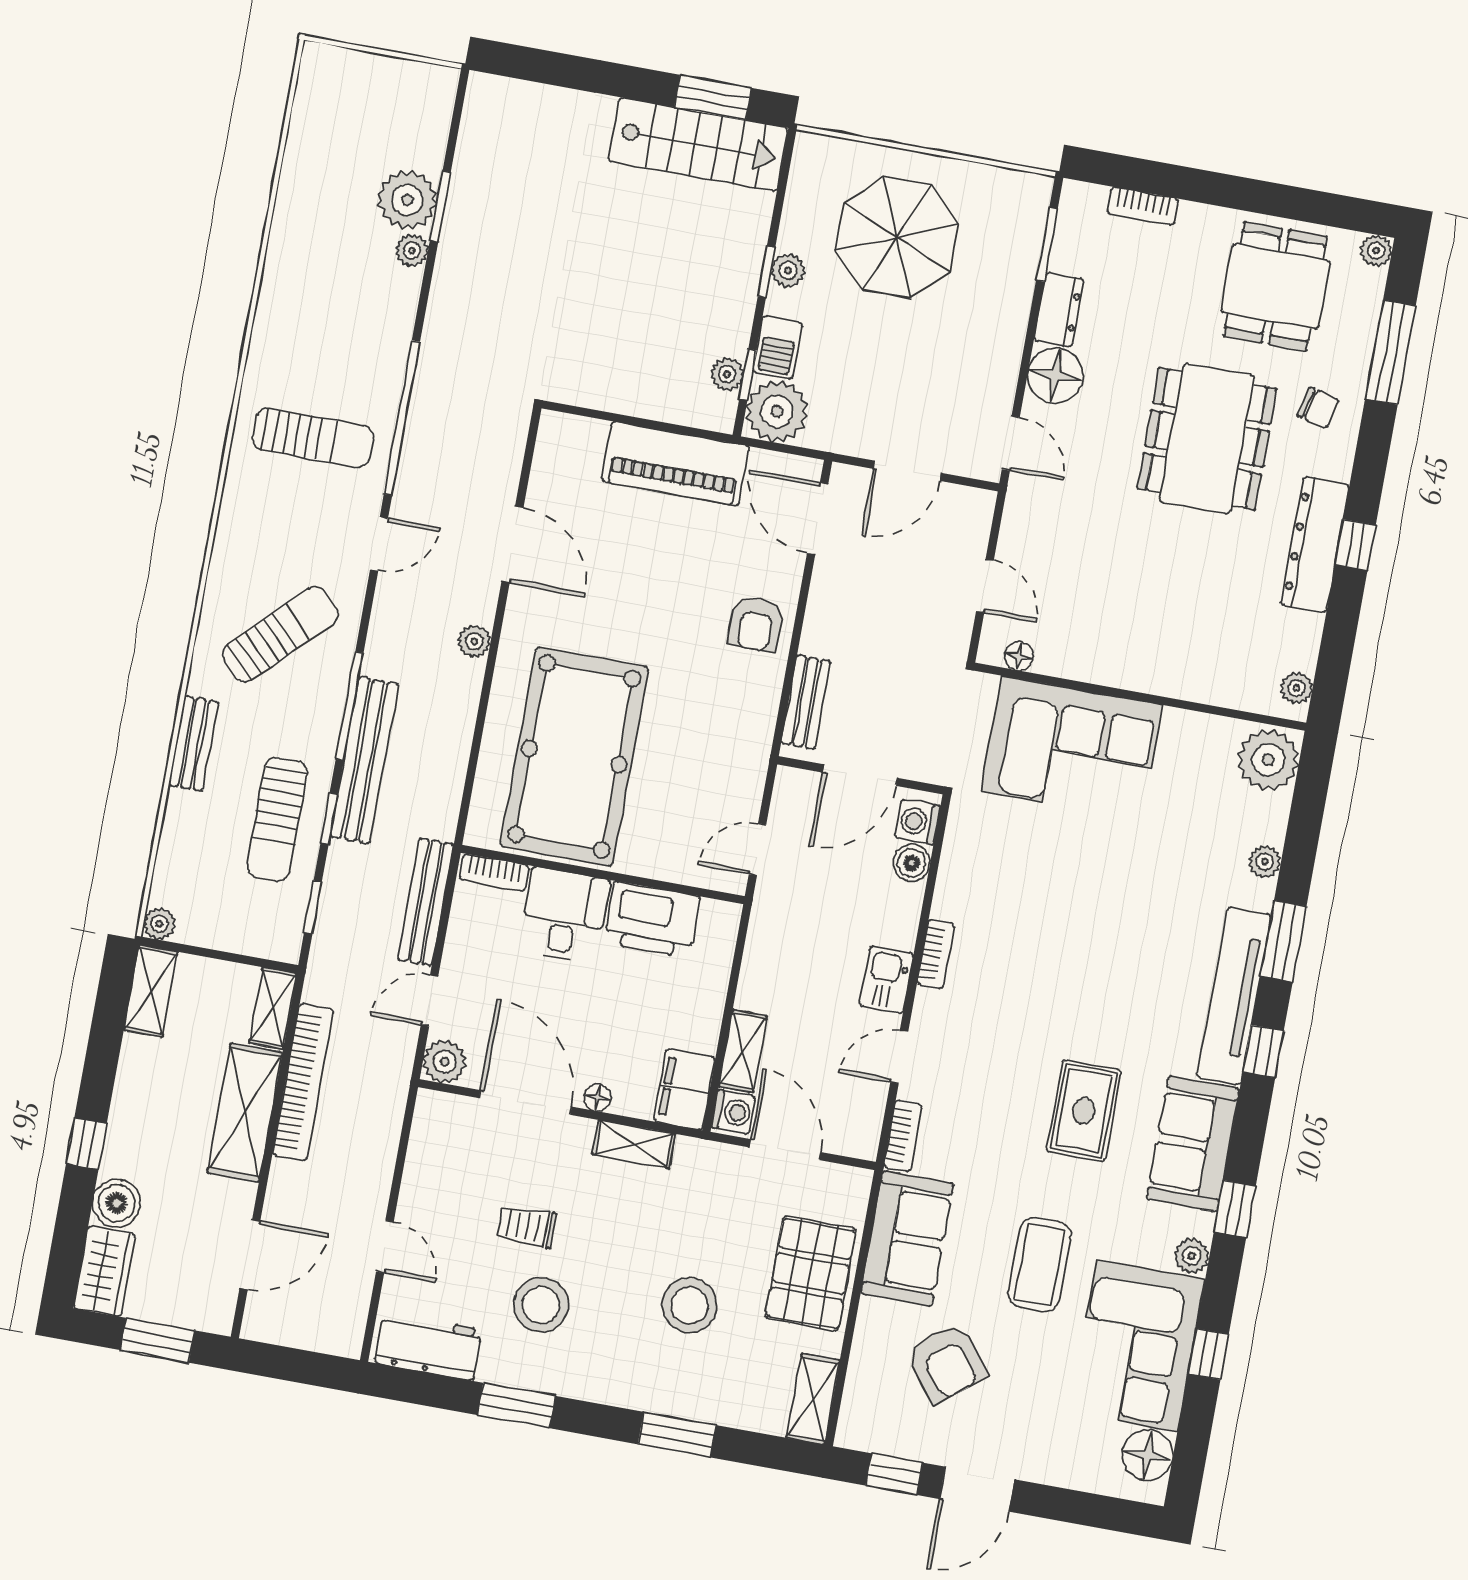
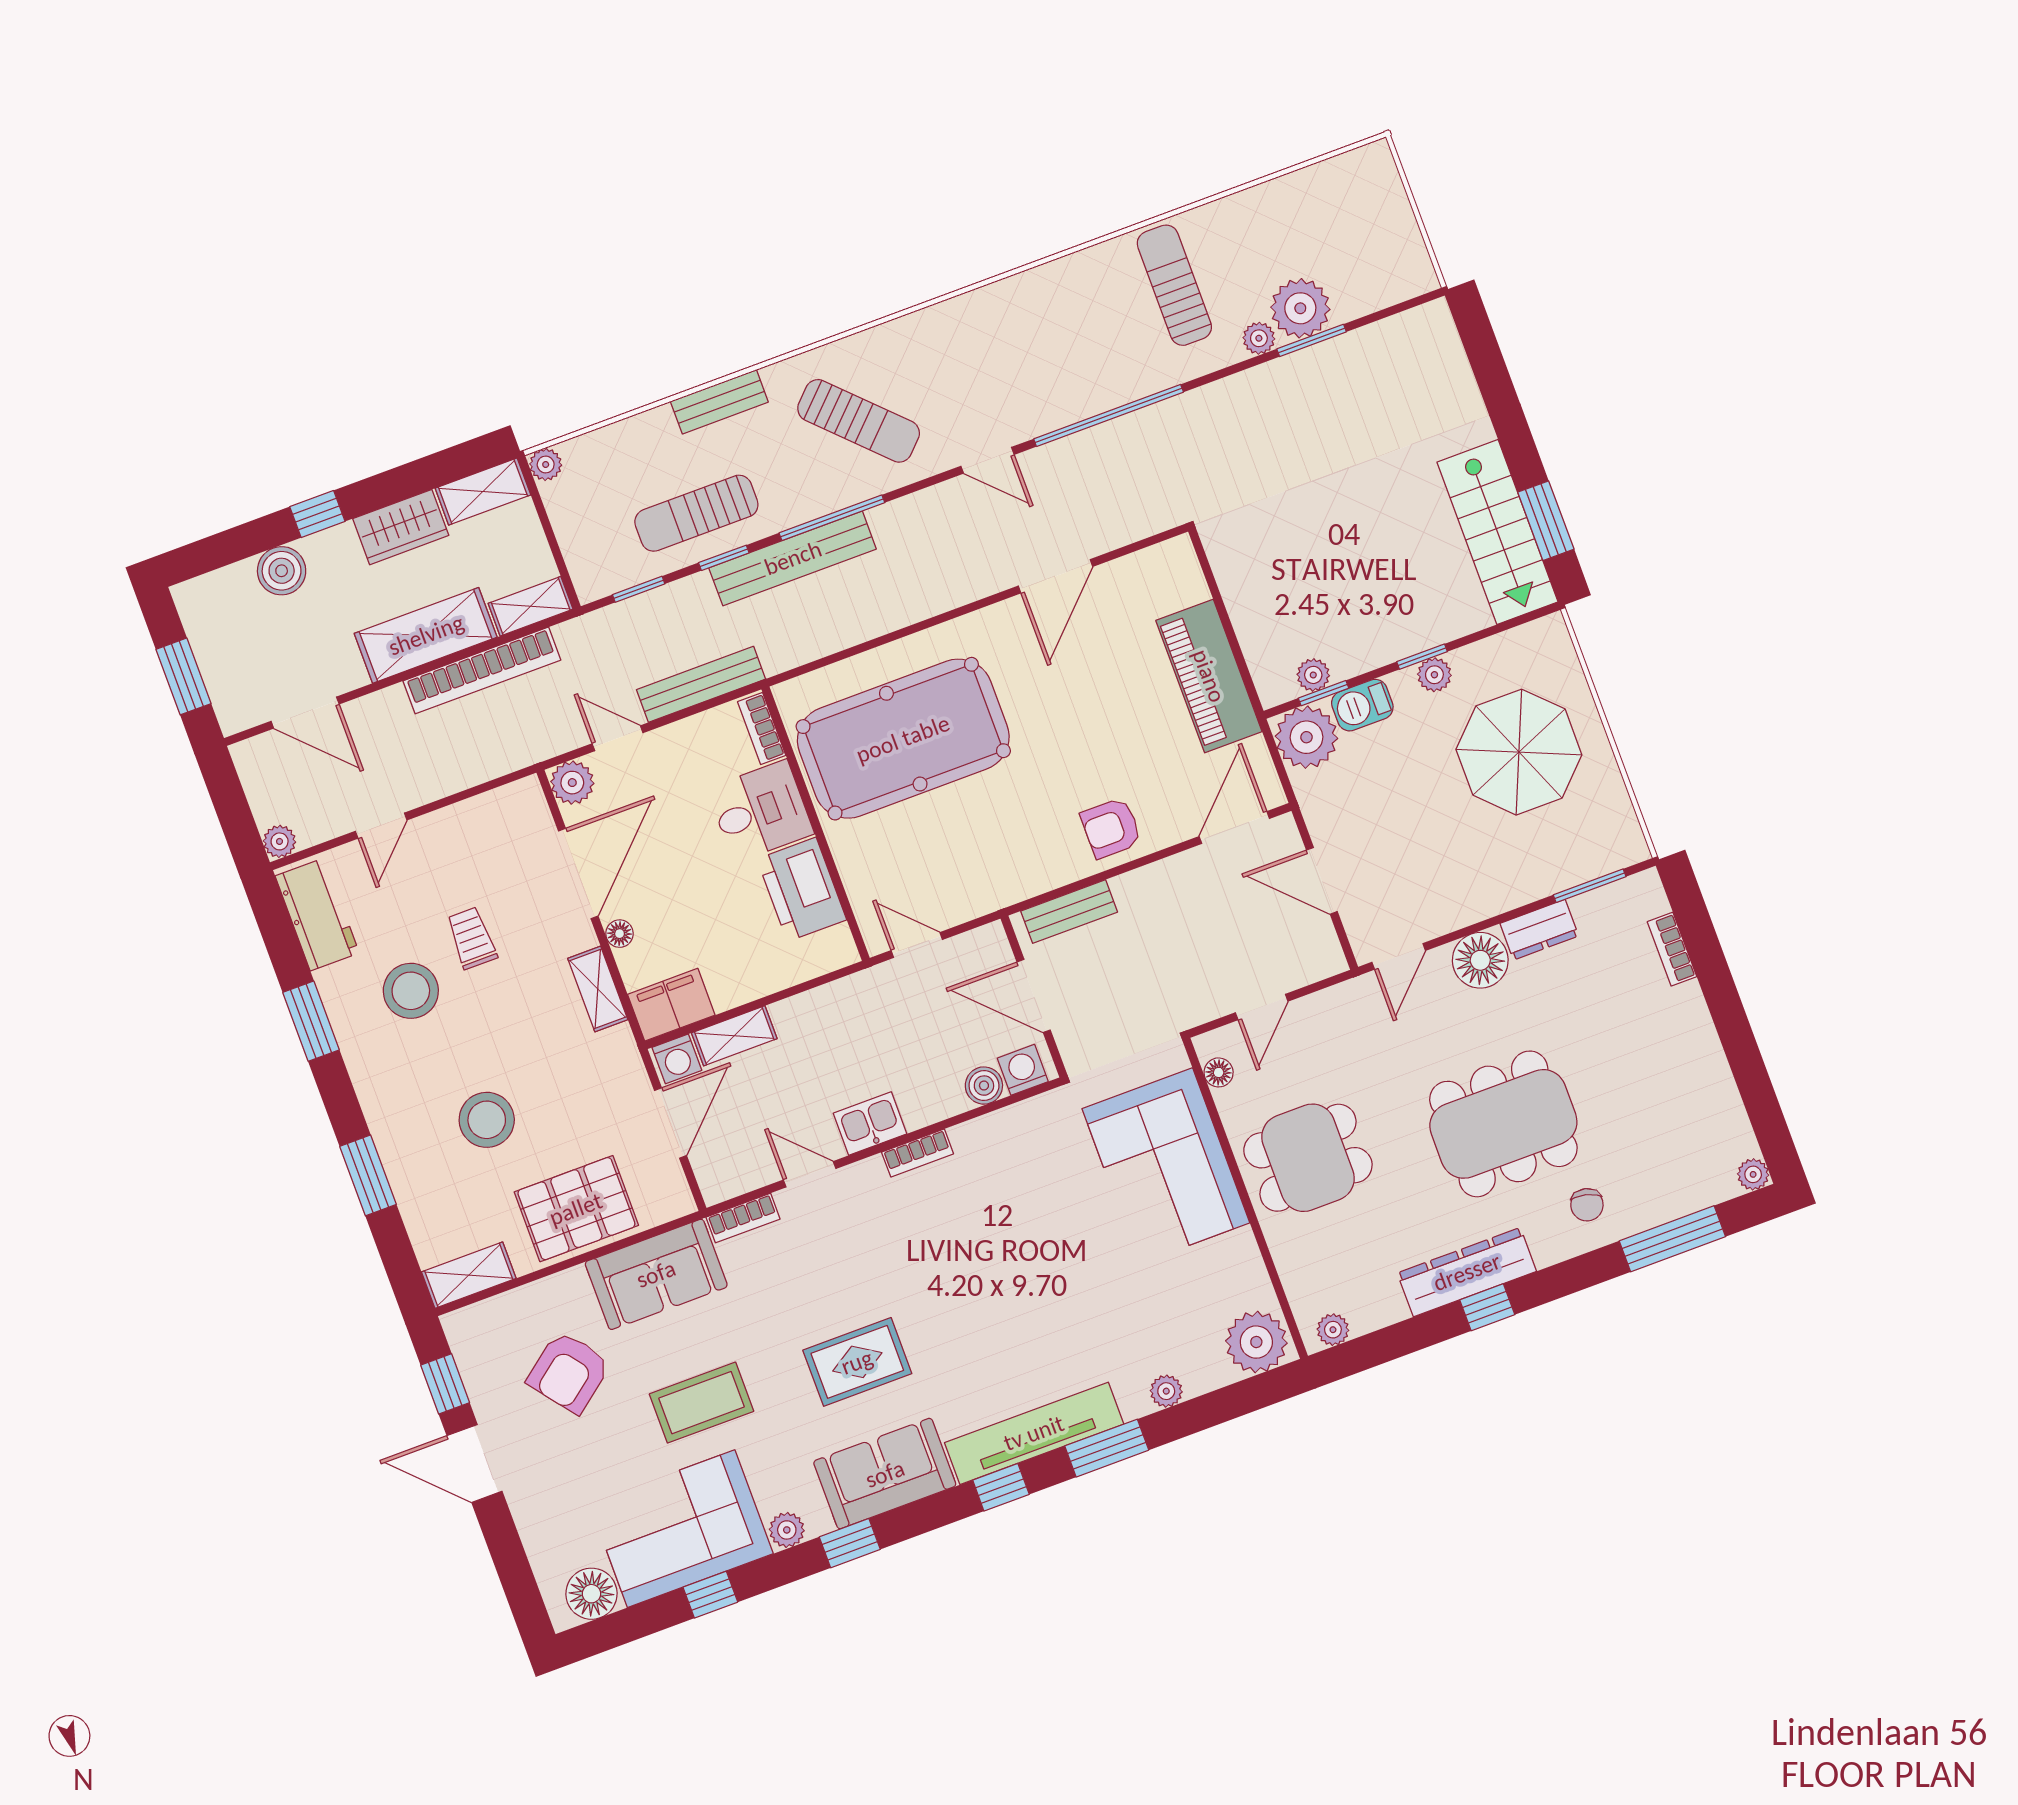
dining table: (1275, 286) -> (1308, 1158), moved
sun lounger: (313, 438) -> (1174, 285), moved, turned 180
plant: (474, 641) -> (280, 841), moved
wardrobe: (105, 1271) -> (401, 527), moved

